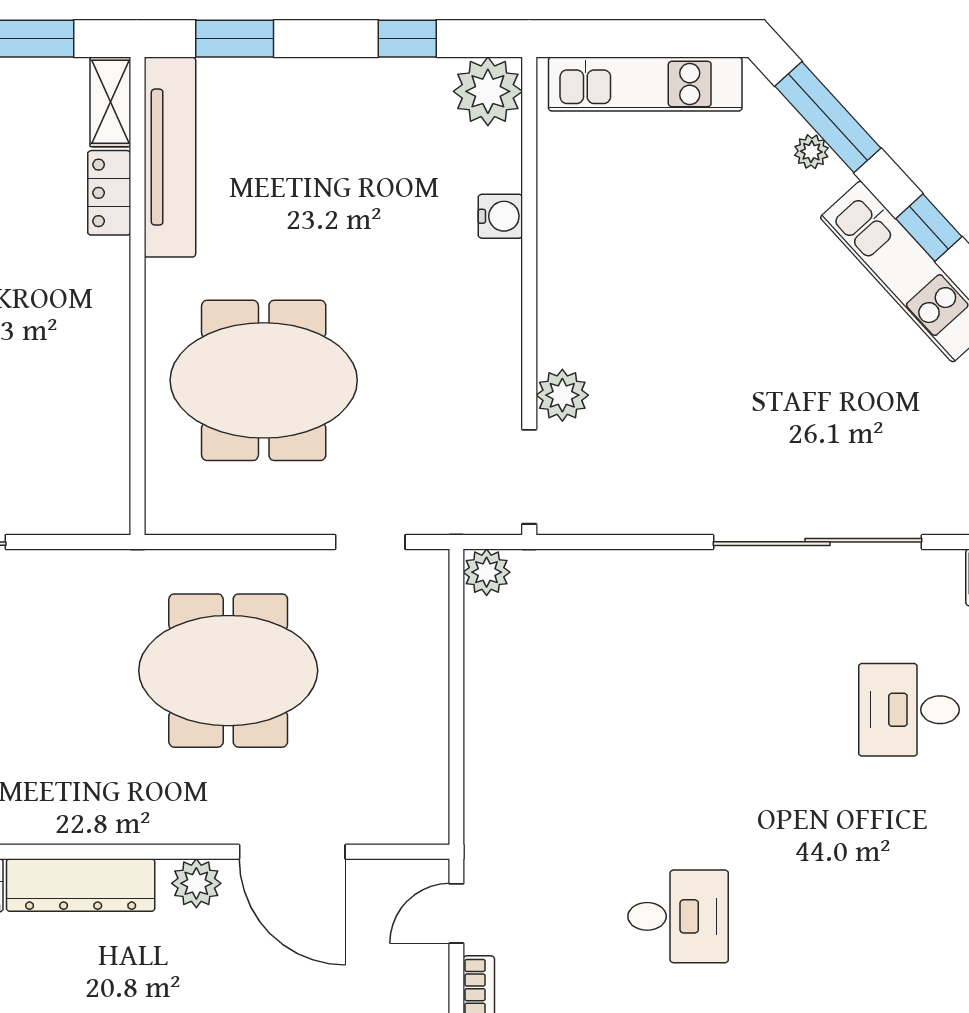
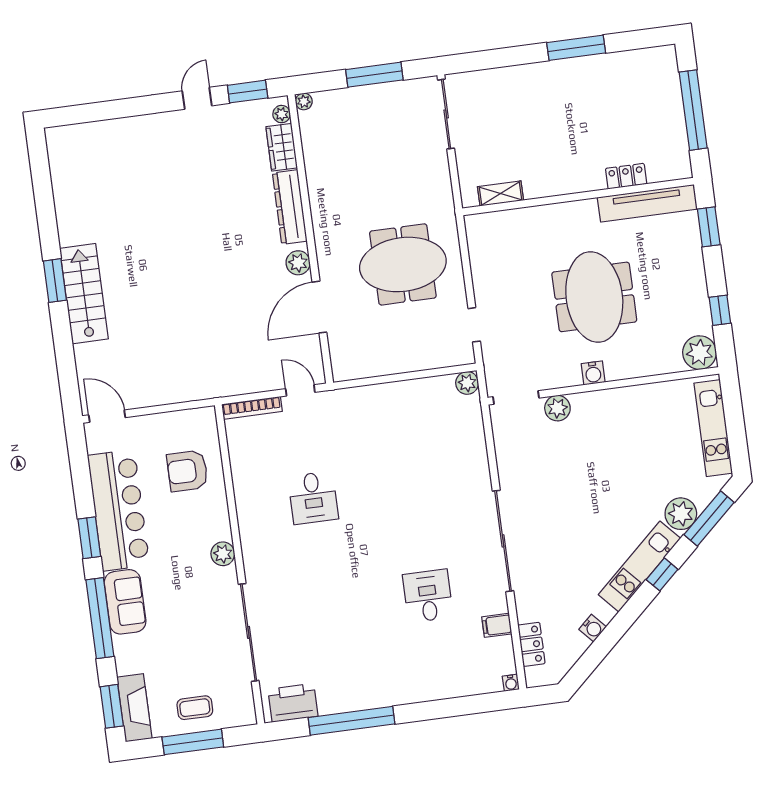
shelving: (110, 102) -> (500, 193), moved
plant: (811, 152) -> (681, 514), width x1.87, depth x1.87
water cooler: (500, 216) -> (593, 373), moved
meeting table: (264, 380) -> (594, 297), moved
meeting table: (228, 671) -> (403, 264), turned 90

